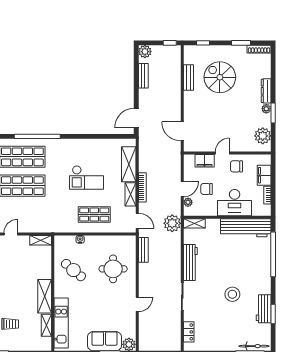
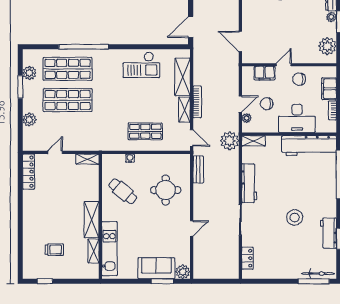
checkout: (87, 178) -> (141, 65), moved

